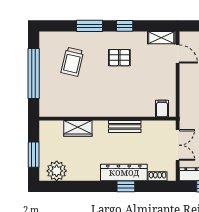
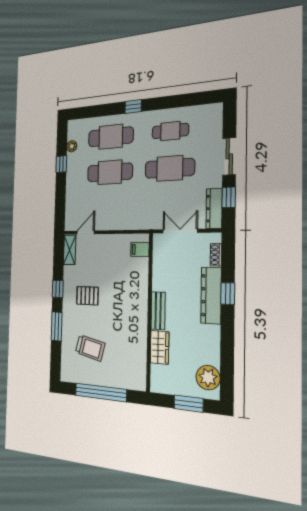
pallet: (119, 58) -> (87, 296), turned 90
bench: (125, 126) -> (158, 311), moved

